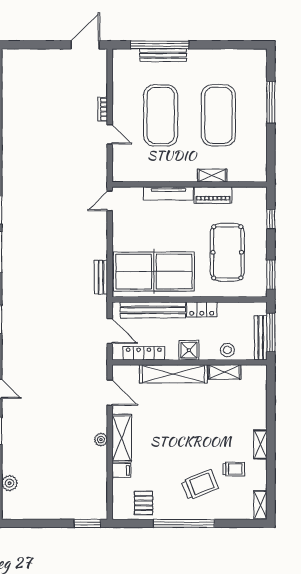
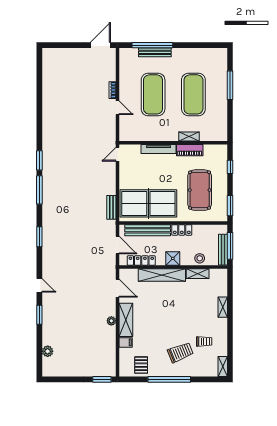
shelving: (260, 444) -> (223, 307), moved

